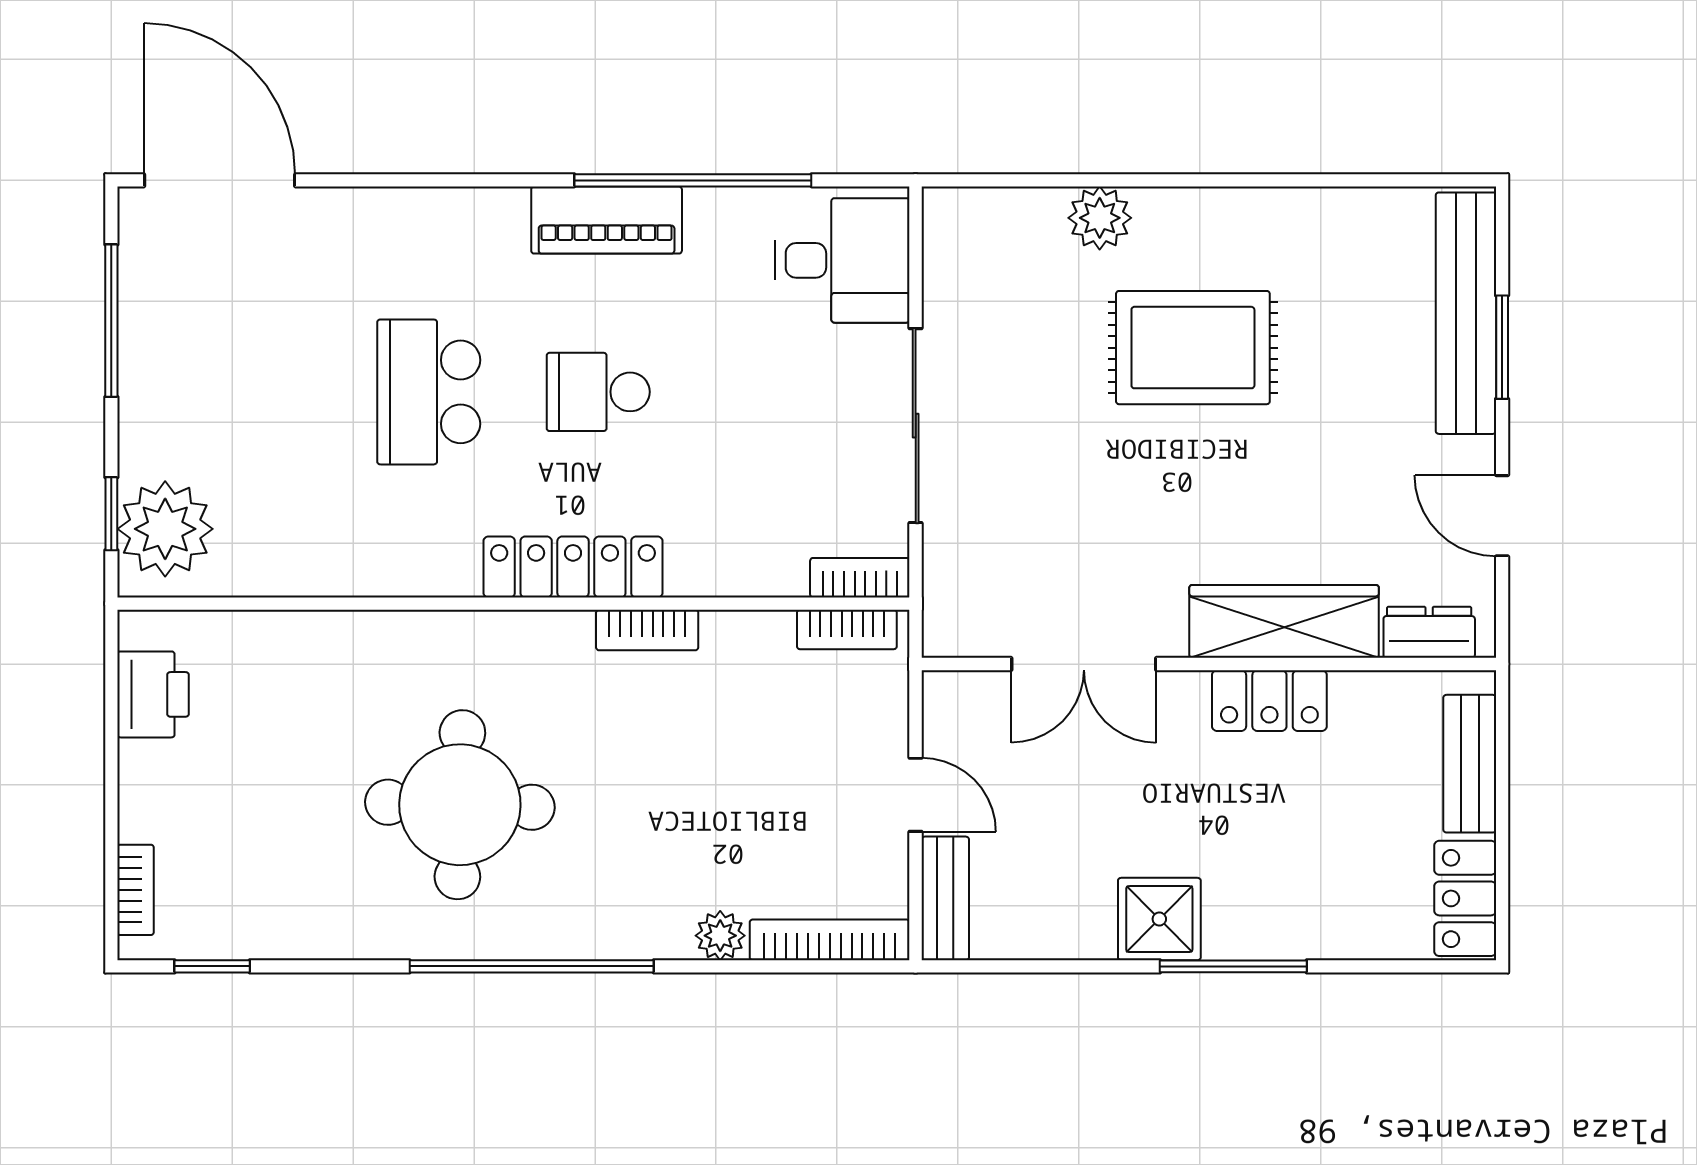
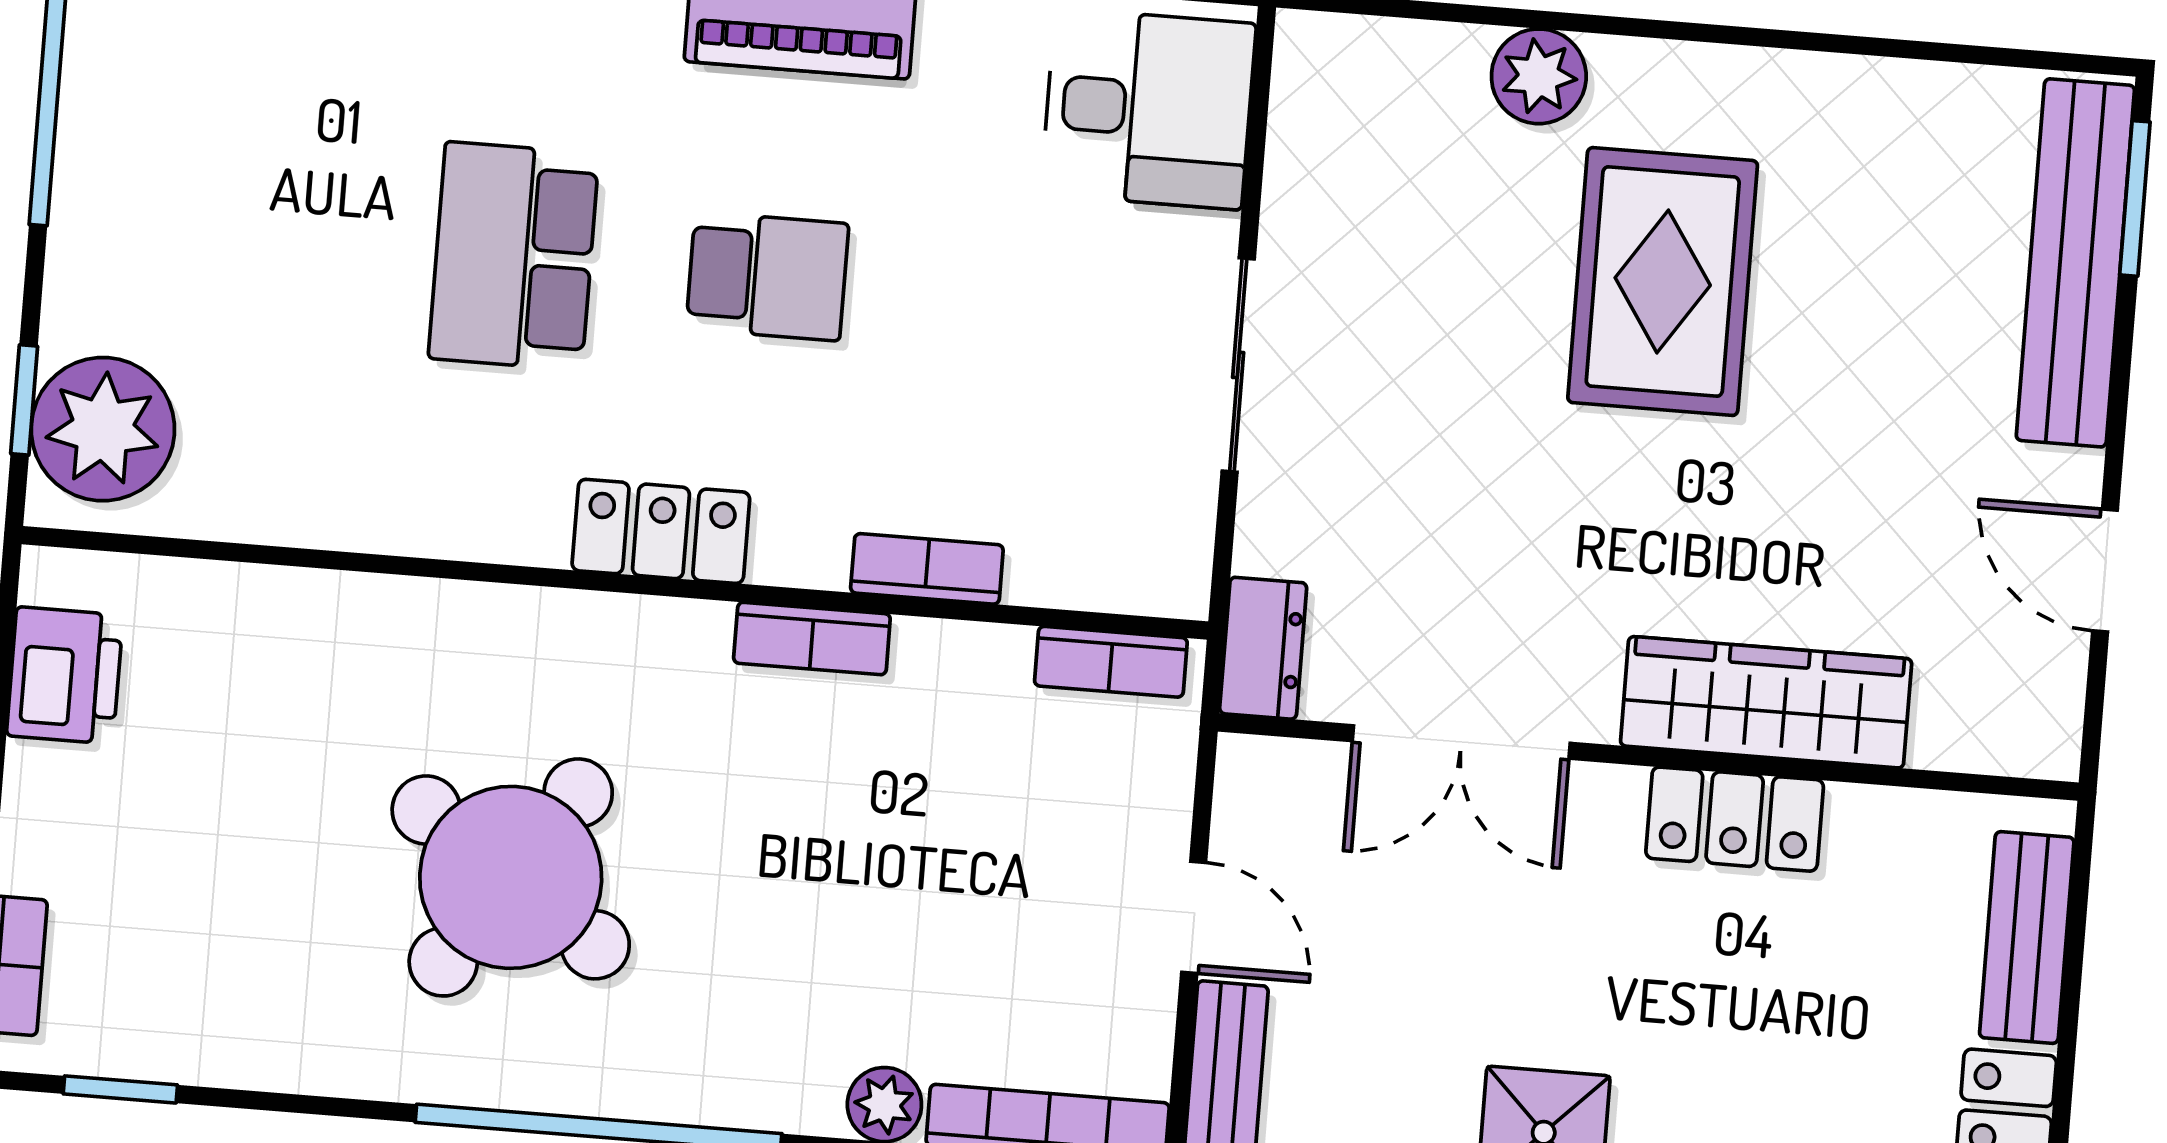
window: (1502, 347) -> (2135, 198), moved
rug: (1193, 348) -> (1663, 282), turned 90
school desk: (598, 392) -> (767, 276), turned 180
sliding door: (916, 426) -> (1238, 365), width x0.73
locker: (573, 567) -> (661, 531), width x0.66
bookcase: (860, 578) -> (927, 569), moved
dresser: (1429, 632) -> (1263, 648), moved, turned 90
round table: (460, 805) -> (511, 877), turned 32

